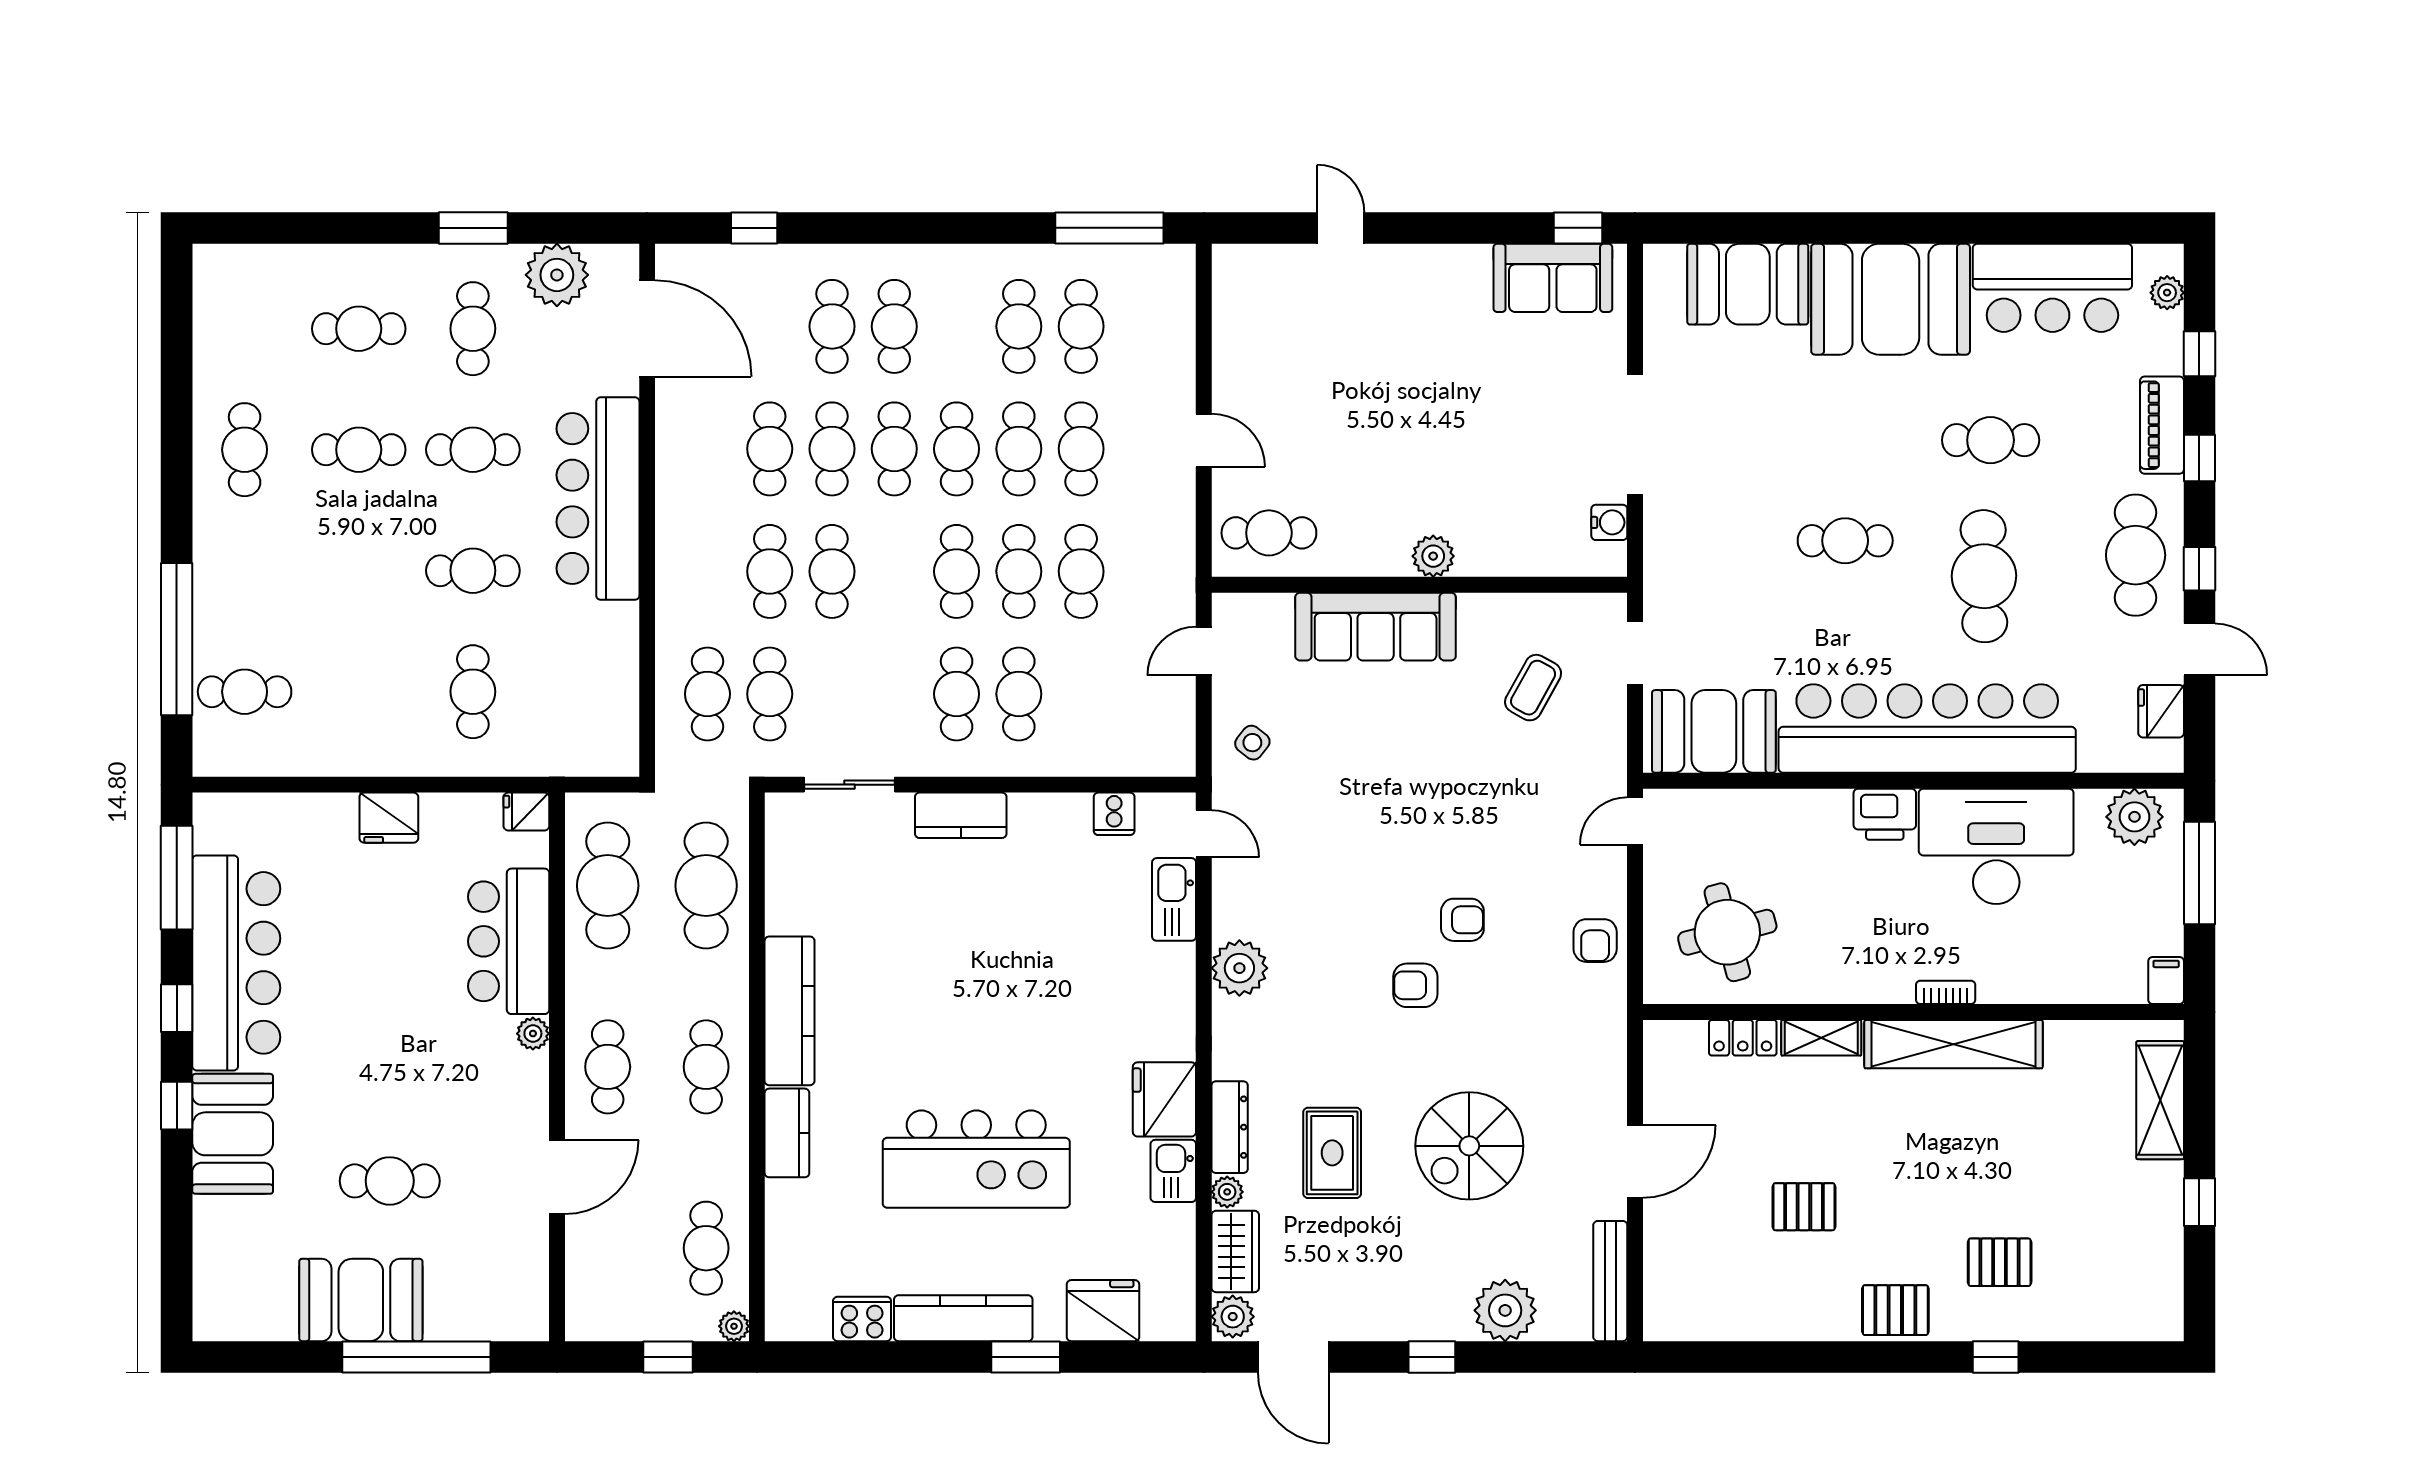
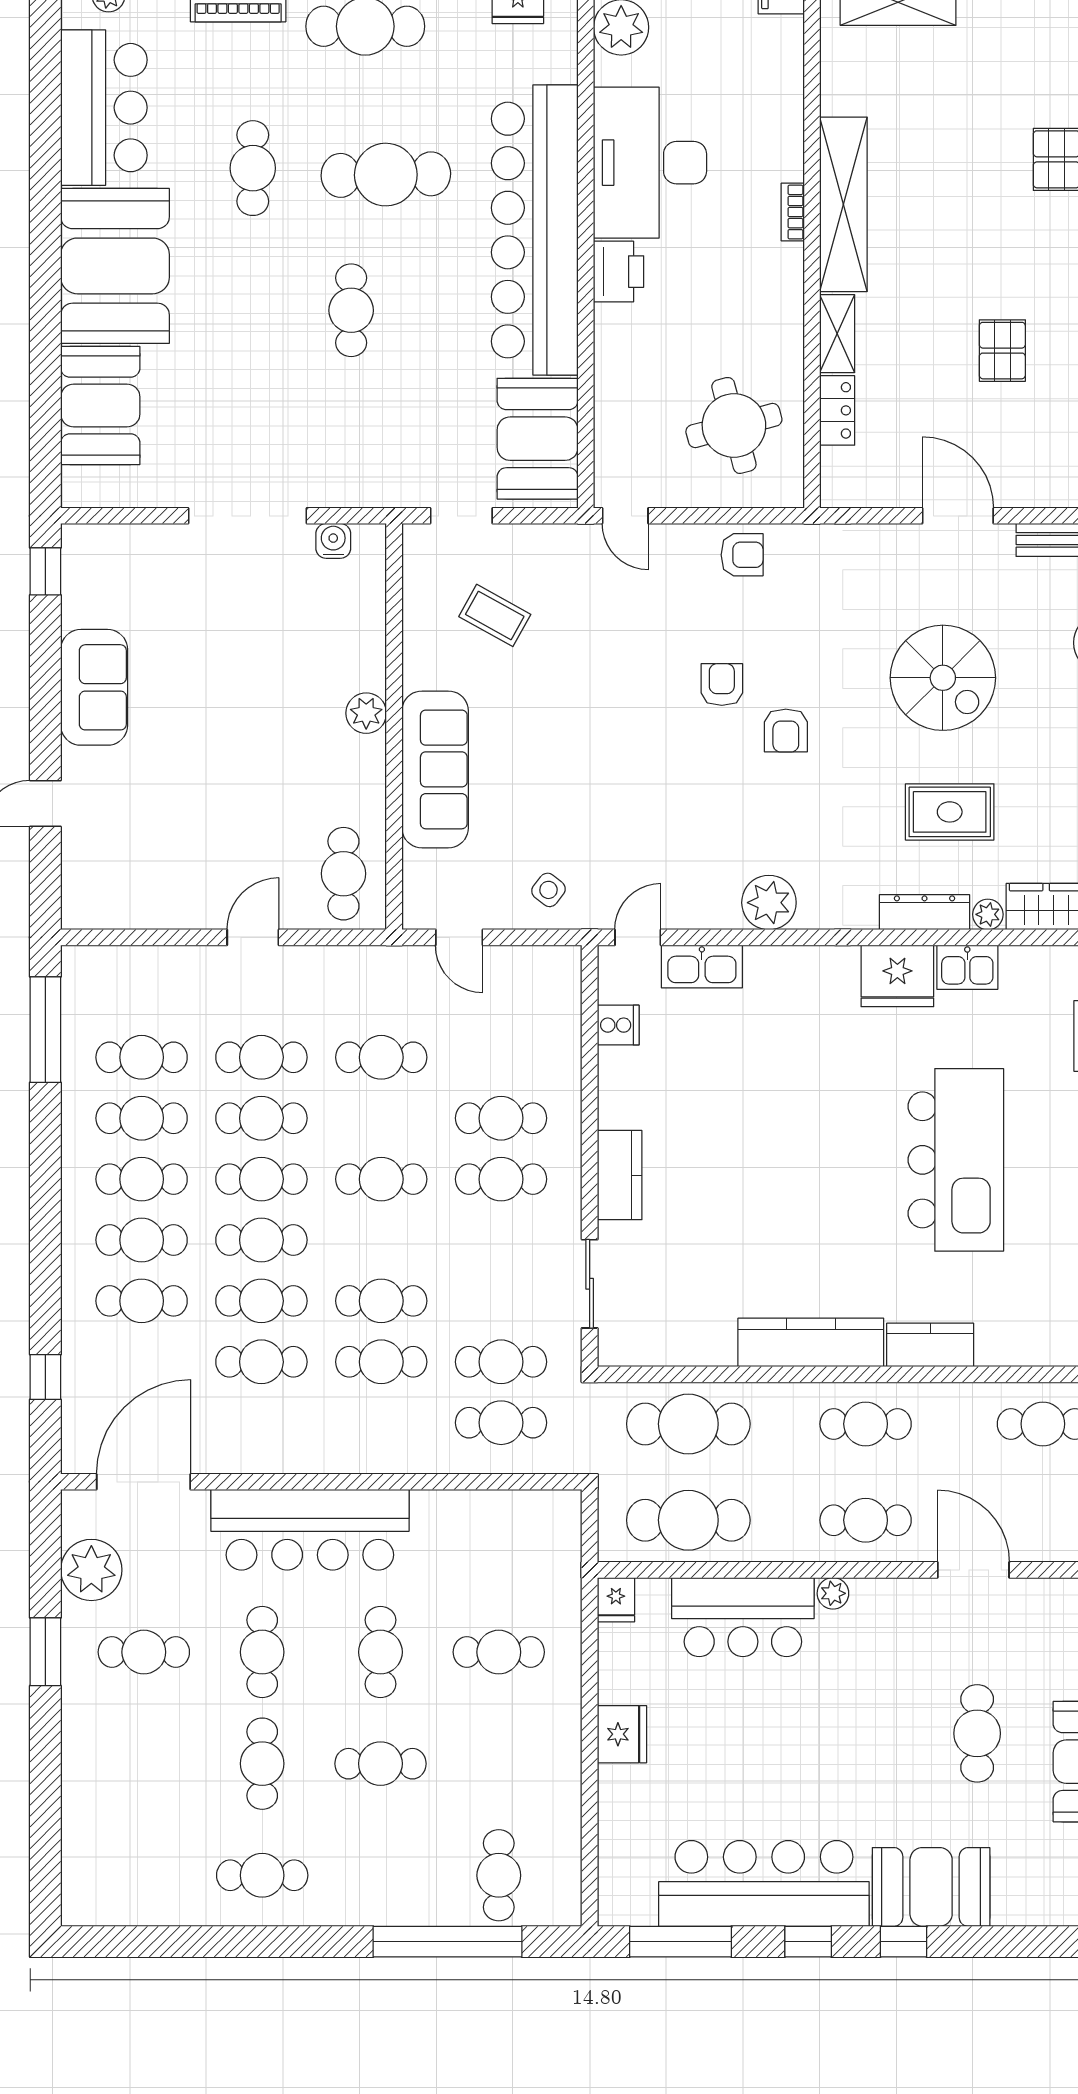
sofa: (1553, 278) -> (94, 687), moved
cafe table: (359, 329) -> (380, 1764), moved, turned 90
cafe table: (1019, 571) -> (142, 1179), moved

